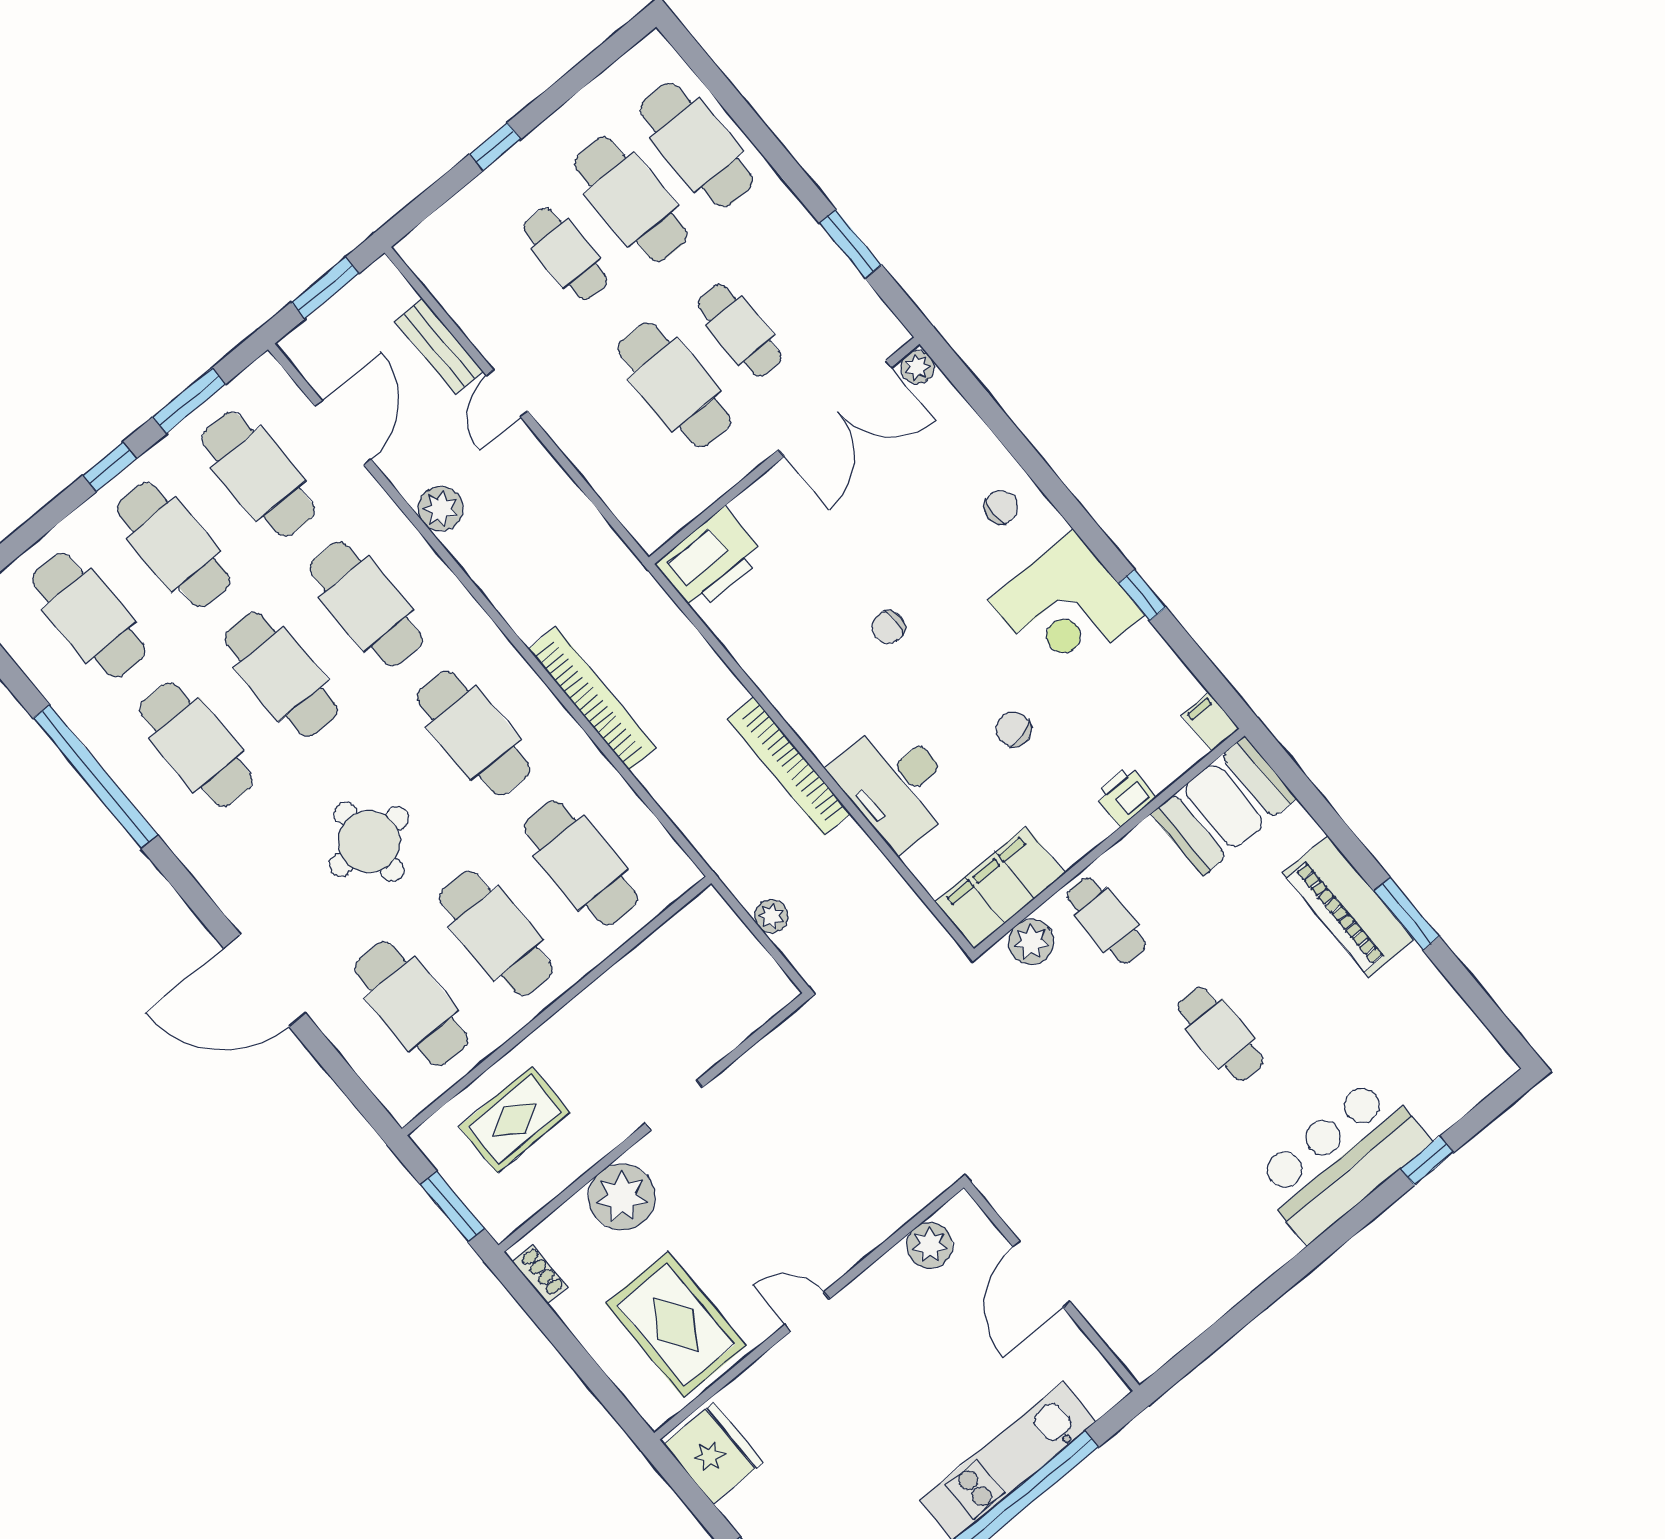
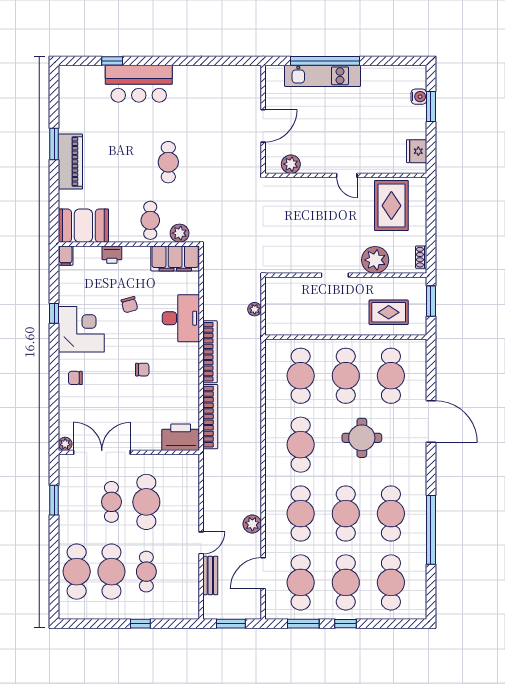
bookcase: (592, 698) -> (210, 417), moved, turned 180
cafe table: (1221, 1034) -> (168, 162), moved
fridge: (713, 1453) -> (417, 151), width x0.73, depth x0.75

